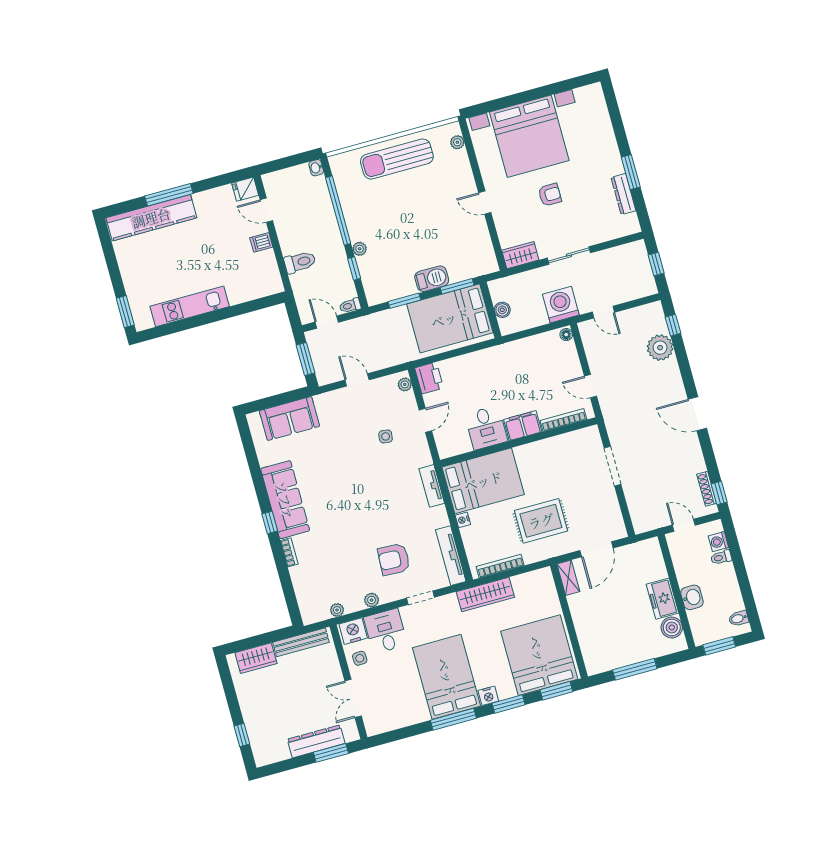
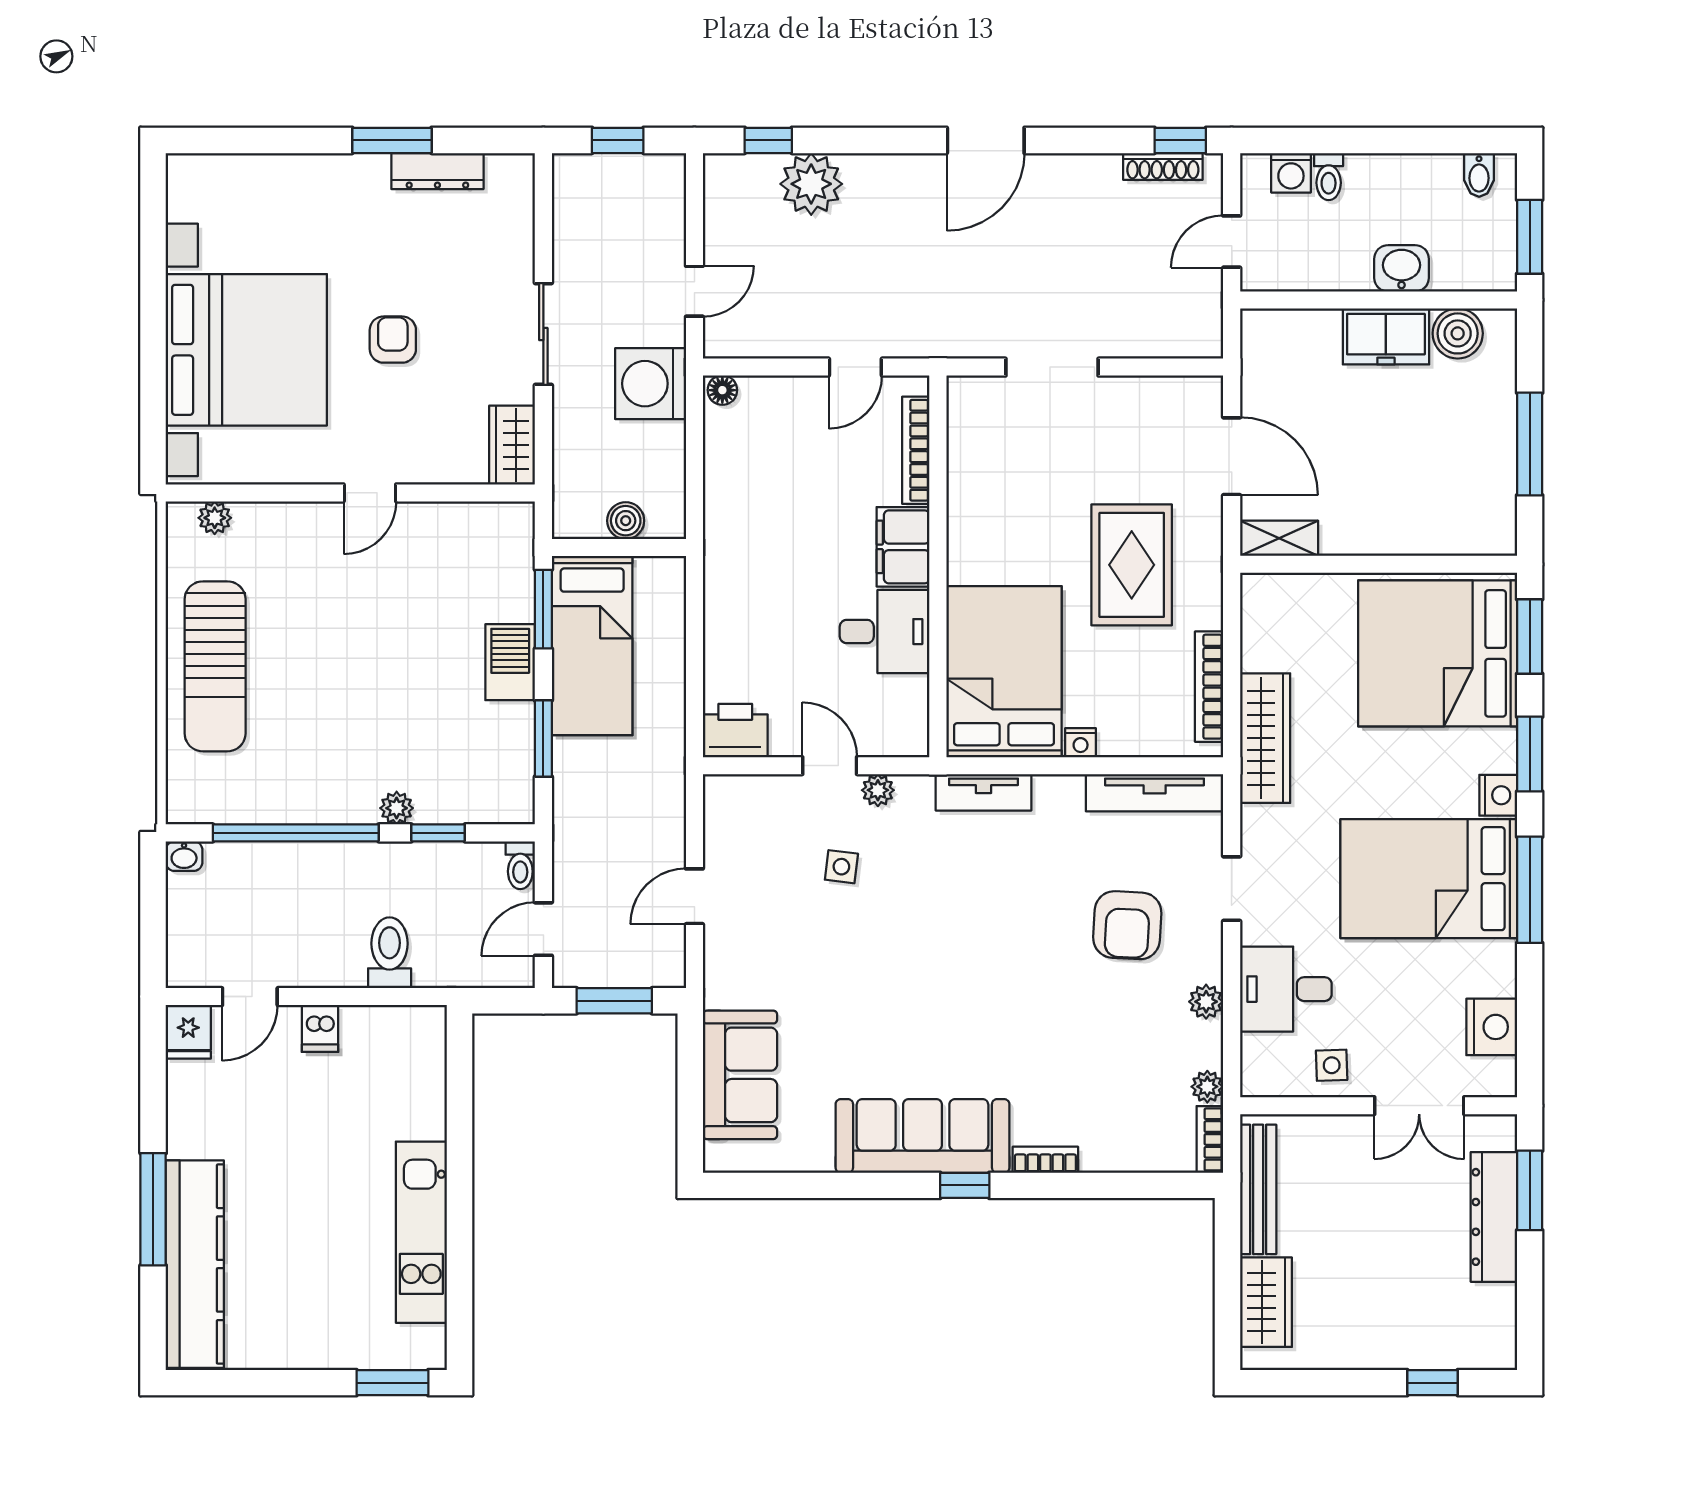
bed: (450, 318) -> (592, 646), width x0.67
plant: (405, 384) -> (878, 790), moved
bookcase: (316, 617) -> (1210, 1139), added
nightstand: (353, 631) -> (1492, 1027), moved, turned 180

